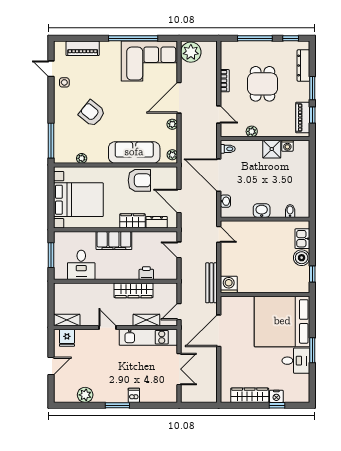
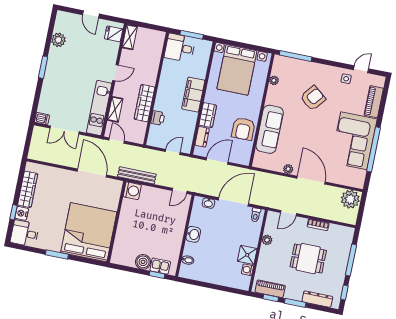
corner sofa: (149, 61) -> (354, 141), moved
plant: (172, 155) -> (260, 163), removed
desk: (81, 265) -> (180, 48), moved
window: (312, 274) -> (157, 275), moved
desk: (296, 361) -> (25, 233), moved, turned 90
dishwasher: (134, 395) -> (42, 119), moved

